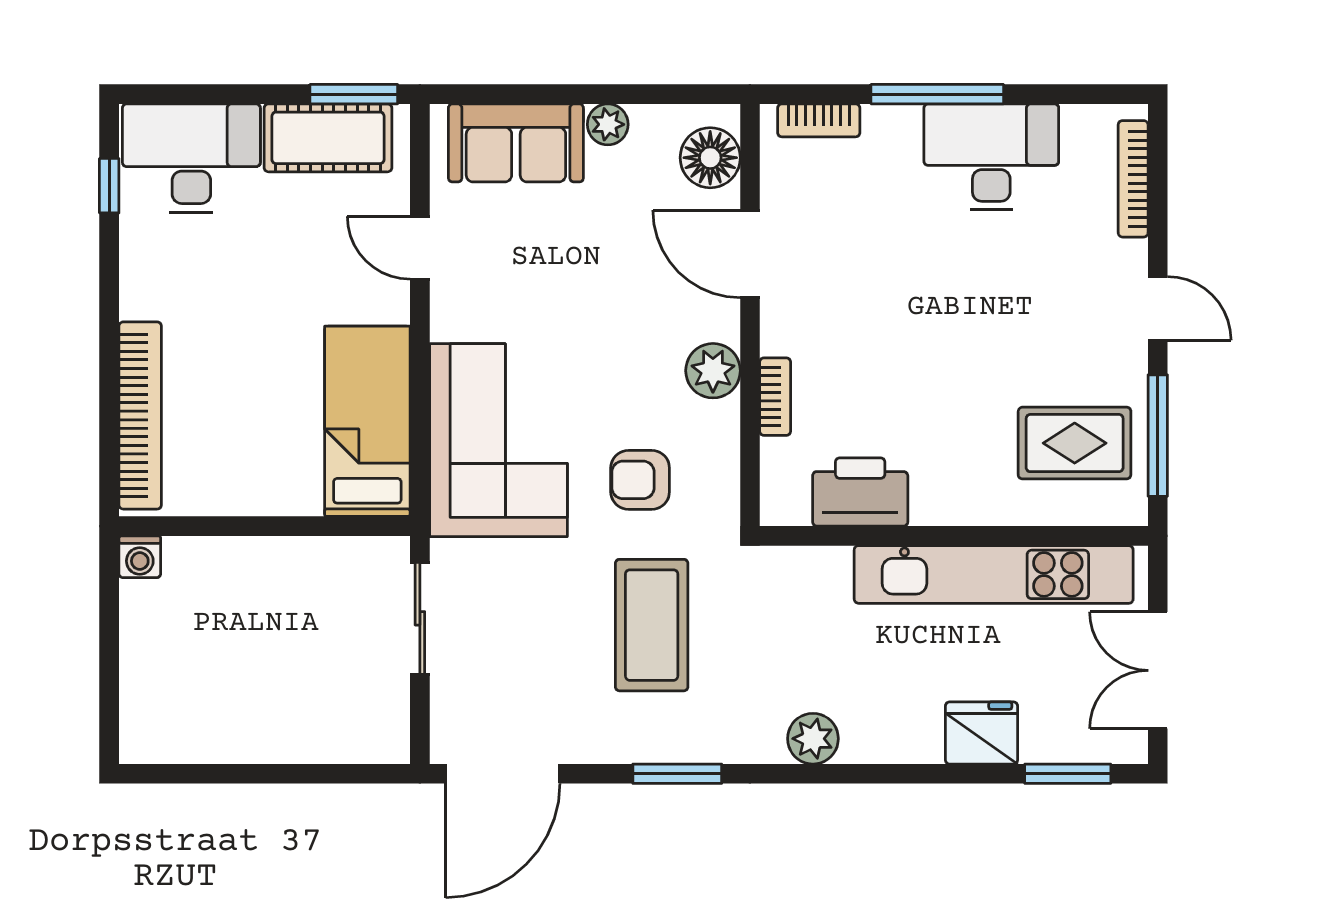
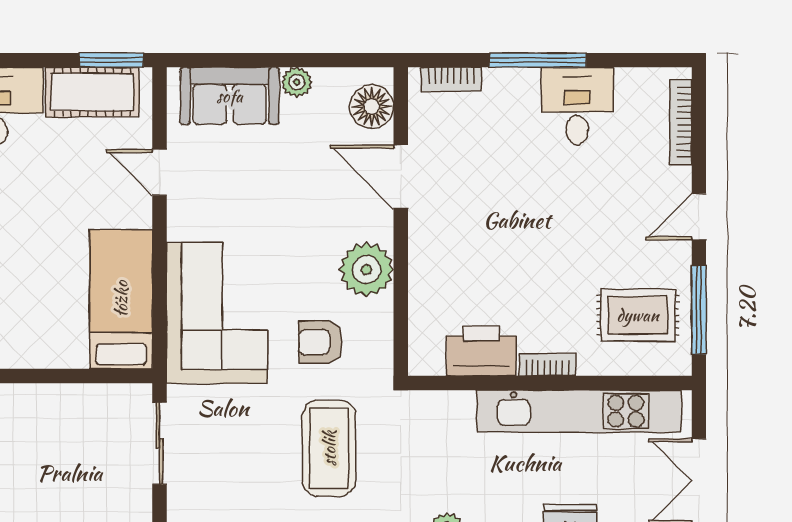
desk: (991, 157) -> (577, 106), width x0.73
door: (1158, 308) -> (699, 217), swing flipped
plant: (713, 371) -> (366, 270), width x1.36, depth x1.36
bookcase: (775, 397) -> (547, 365), moved, turned -90

